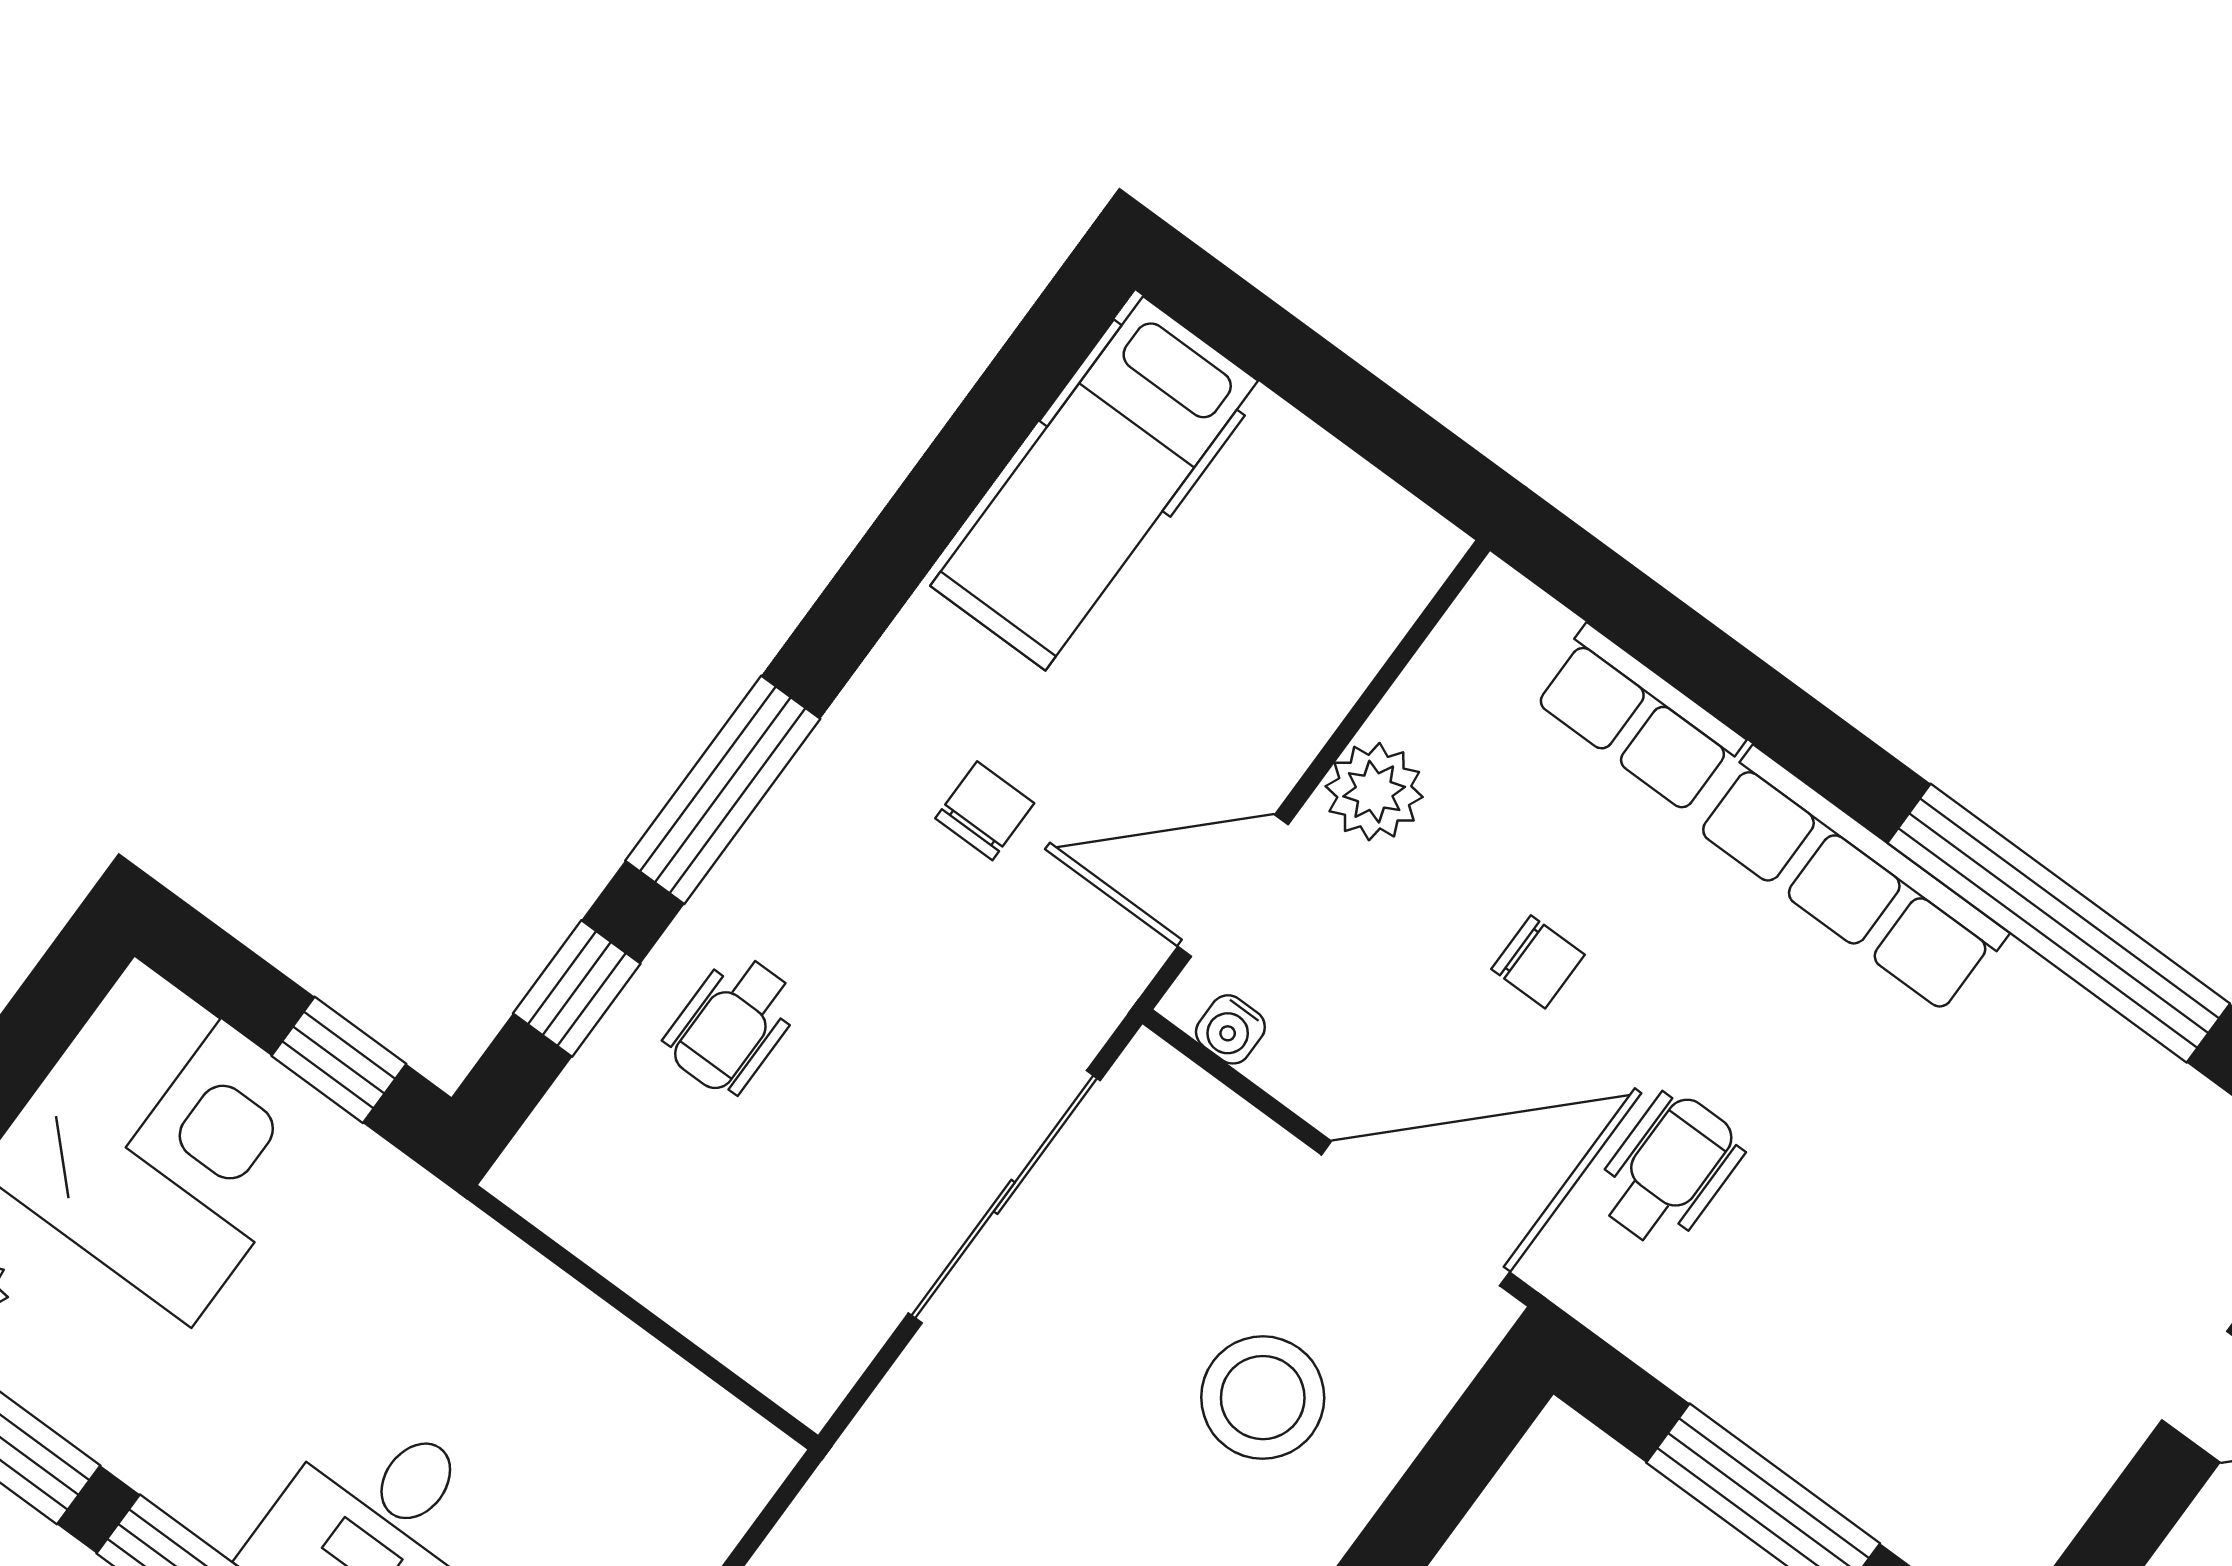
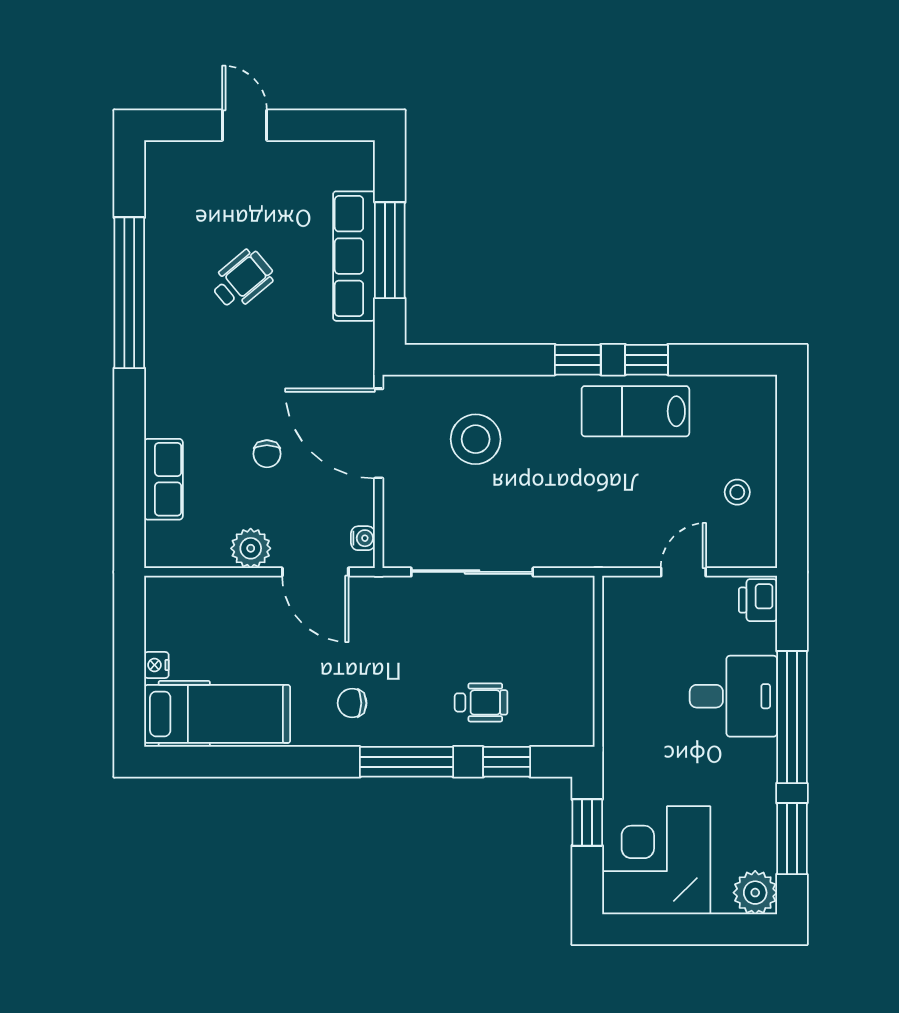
nightstand: (1280, 434) -> (156, 665), added
chair: (985, 811) -> (352, 703), moved
row of seats: (1851, 880) -> (354, 256), moved, turned 180
chair: (1538, 962) -> (267, 454), turned 180
wheelchair: (1669, 1170) -> (242, 280), moved, turned 140

